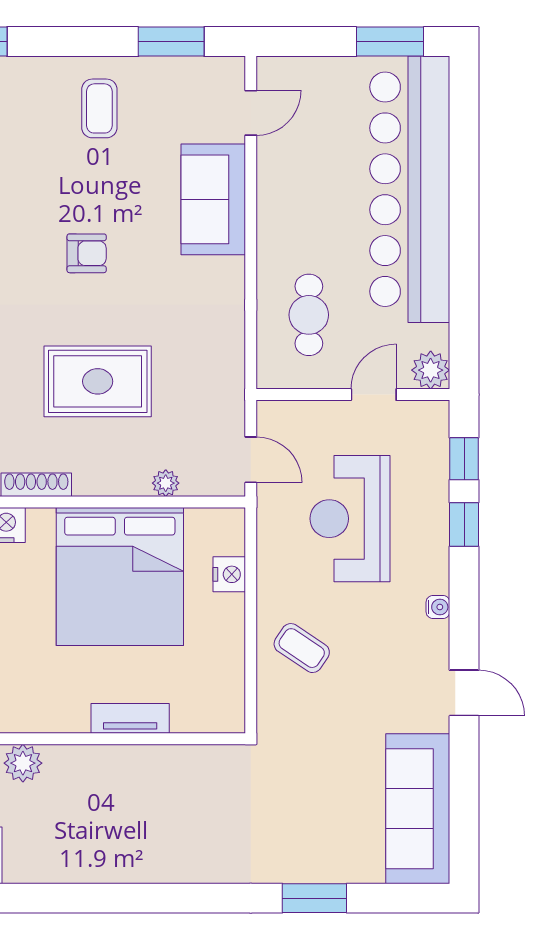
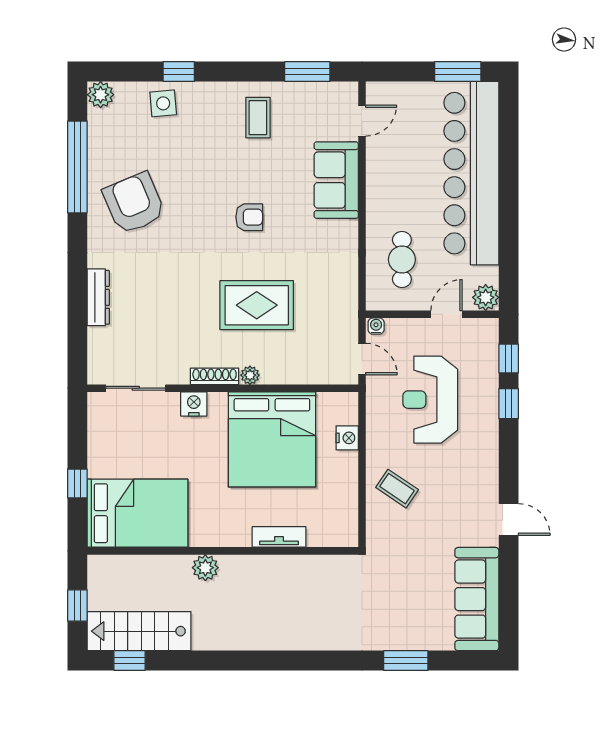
plant: (166, 483) -> (250, 375), moved
water cooler: (438, 607) -> (376, 326), moved, turned -90

